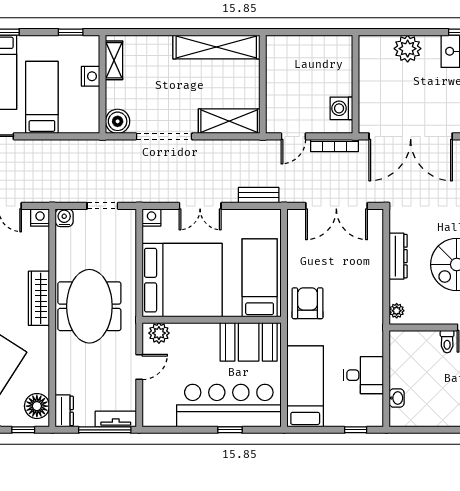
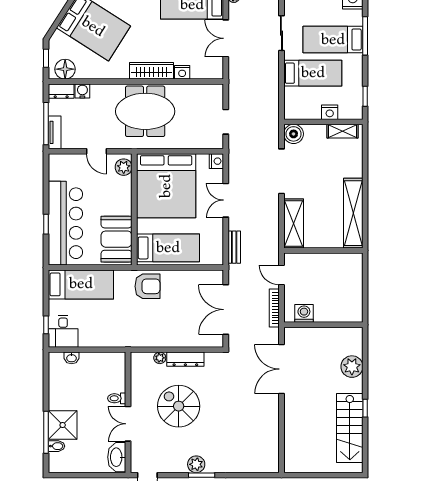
double door: (411, 136) -> (281, 369), width x0.73
nightstand: (40, 217) -> (182, 72), moved, turned 90
water cooler: (64, 218) -> (82, 91), moved, turned -90
plant: (397, 311) -> (160, 358), moved
desk: (364, 375) -> (63, 331), moved

